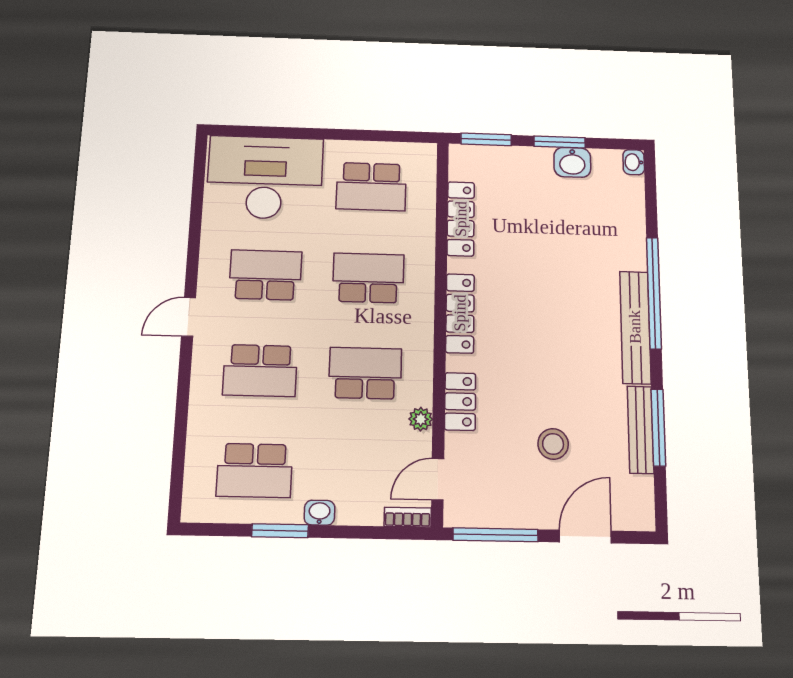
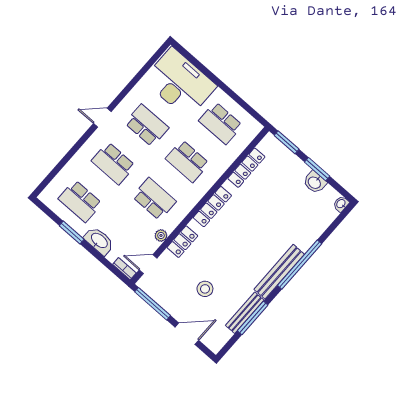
school desk: (368, 278) -> (187, 161), turned 180
washbasin: (319, 513) -> (99, 241), width x1.91, depth x1.45

